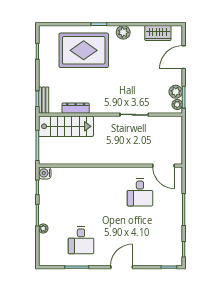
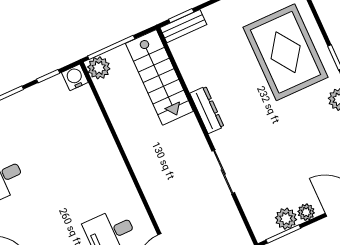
plant: (177, 104) -> (306, 212), moved
dresser: (76, 108) -> (207, 110), moved
plant: (45, 157) -> (99, 68), added

